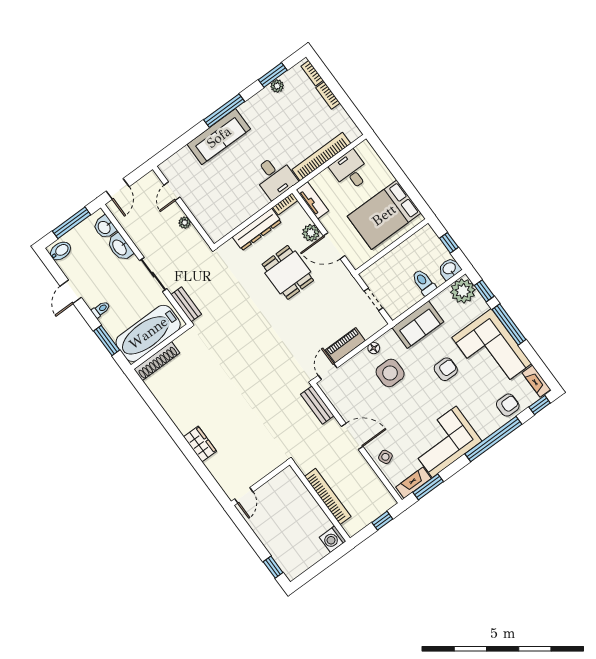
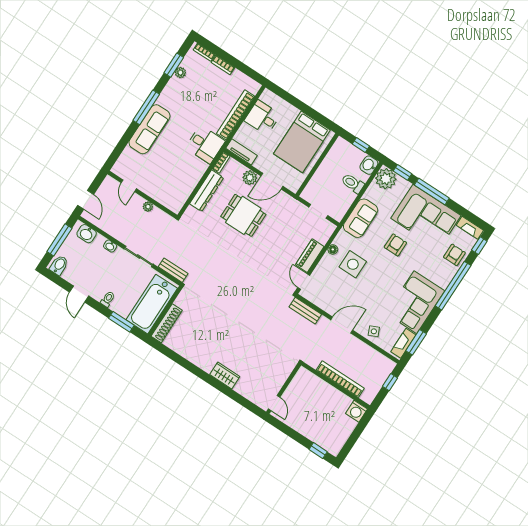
washbasin: (120, 247) -> (110, 246), width x0.52, depth x0.69

